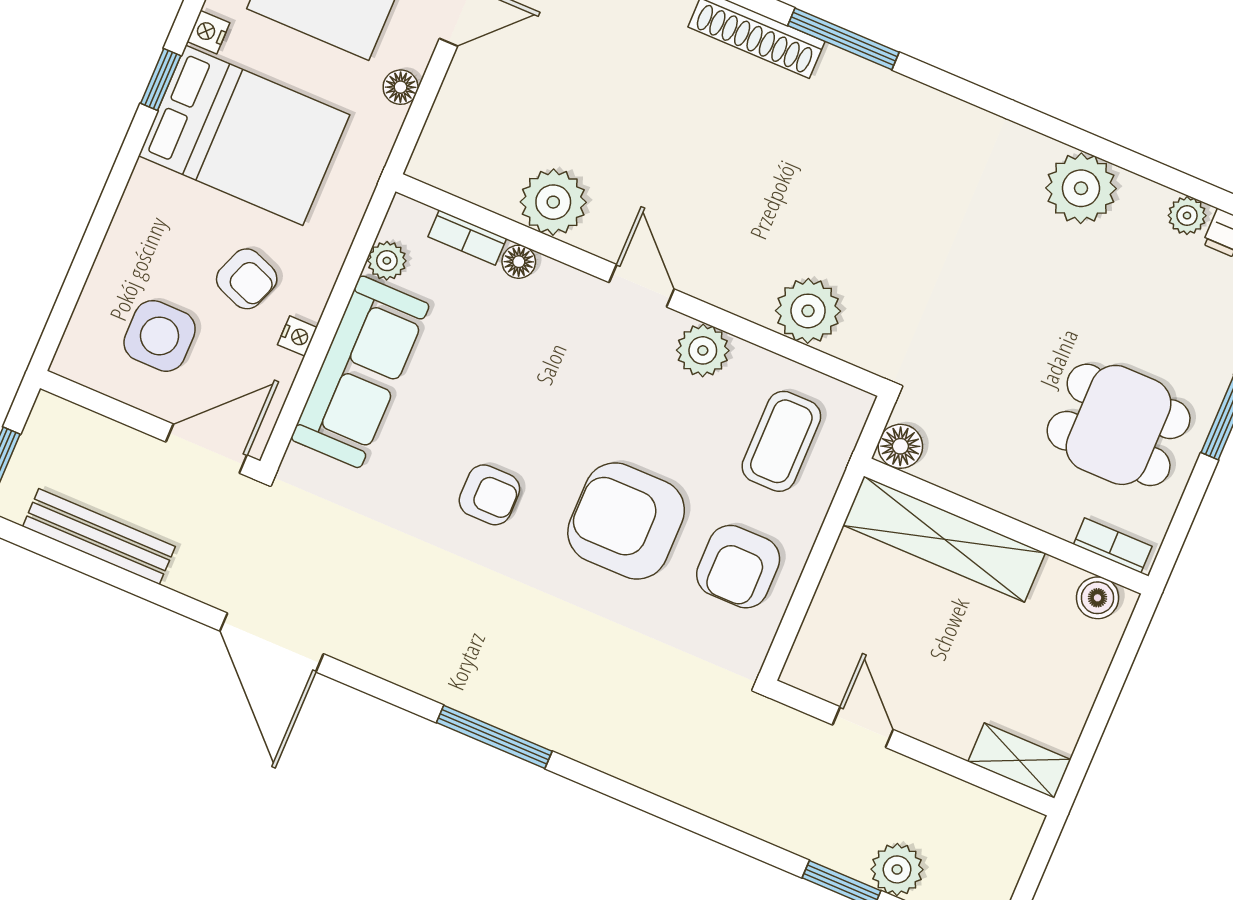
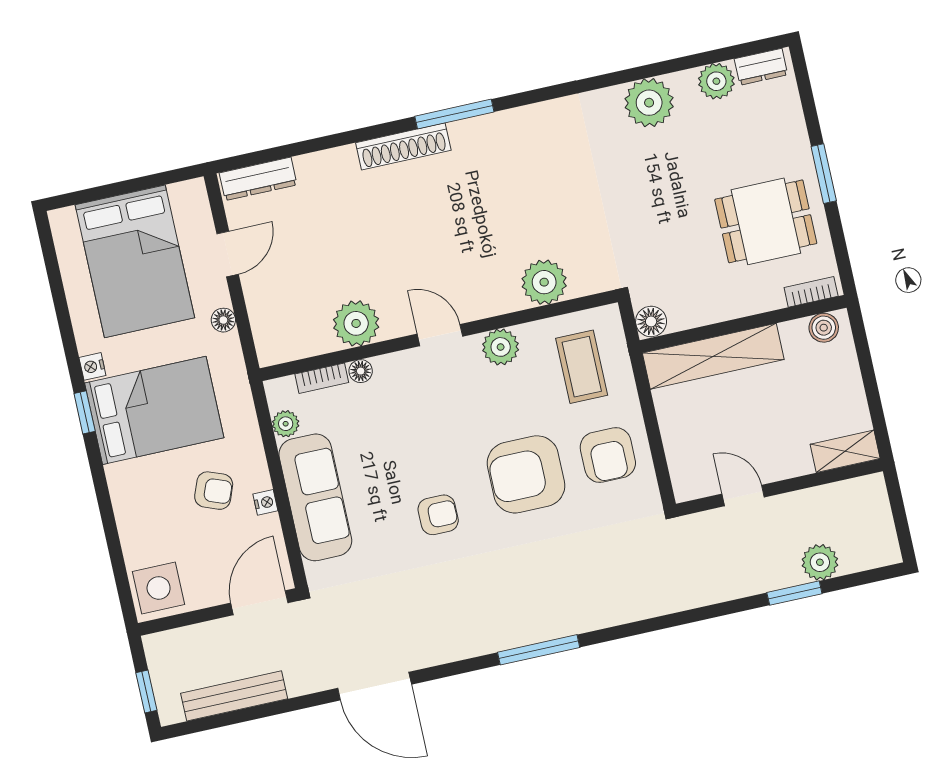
plant: (1187, 216) -> (716, 81), width x1.38, depth x1.38
side table: (160, 336) -> (159, 588), moved

